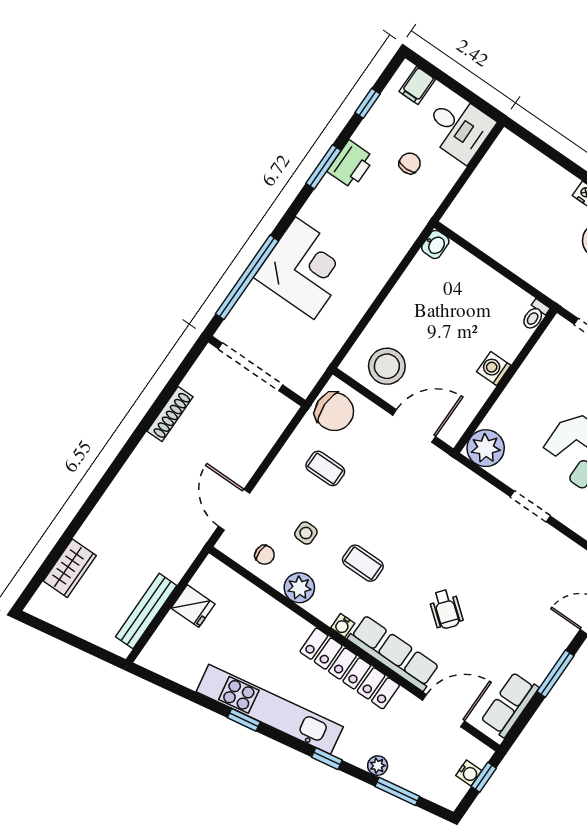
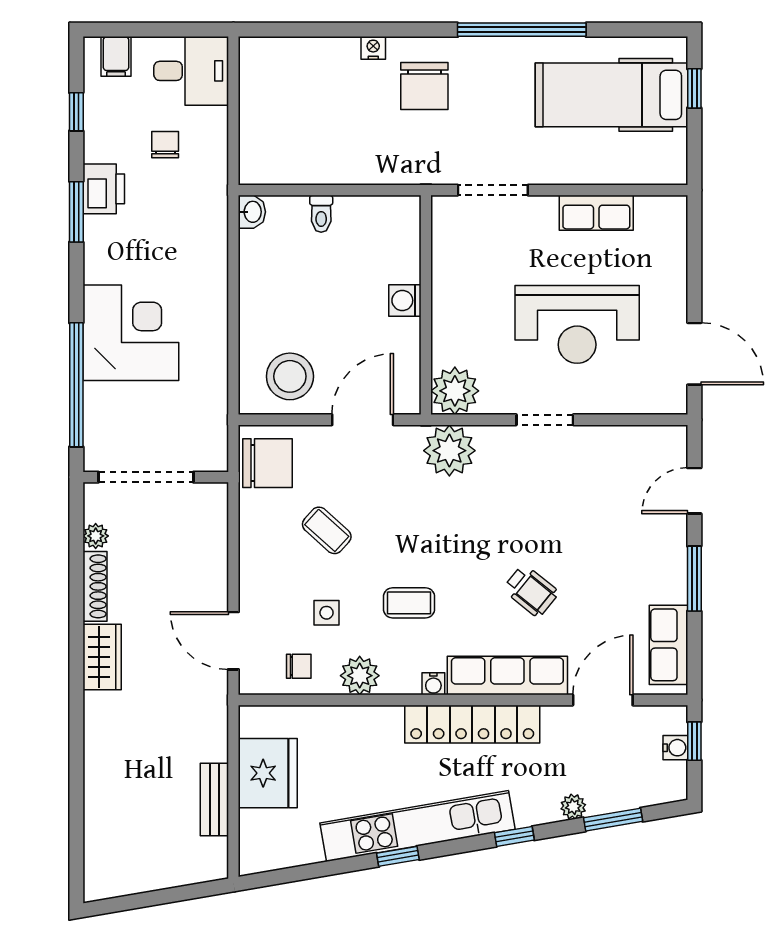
toilet: (535, 315) -> (321, 214), moved
plant: (193, 382) -> (96, 536), added
coffee table: (325, 468) -> (327, 530), moved, turned 42
plant: (456, 484) -> (449, 451), added
wardrobe: (70, 568) -> (102, 657), moved
fridge: (193, 606) -> (268, 773), width x1.88, depth x1.34
bench: (146, 611) -> (214, 799), width x0.73

